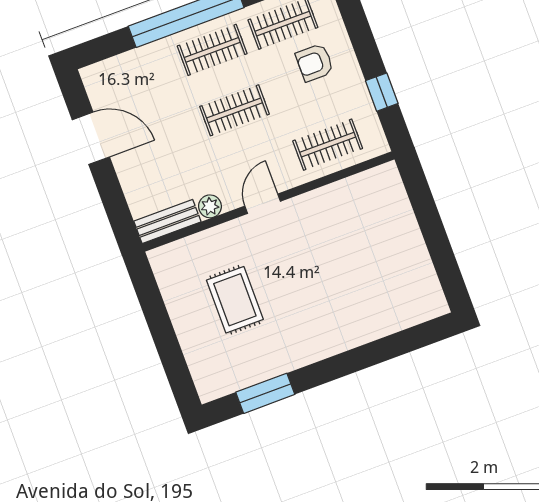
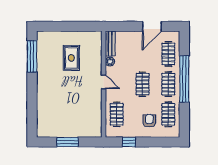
clothes rail: (141, 76) -> (168, 54), added
window: (435, 236) -> (67, 142), added
rug: (235, 300) -> (71, 58), turned 90
window: (265, 393) -> (32, 56), width x1.44

